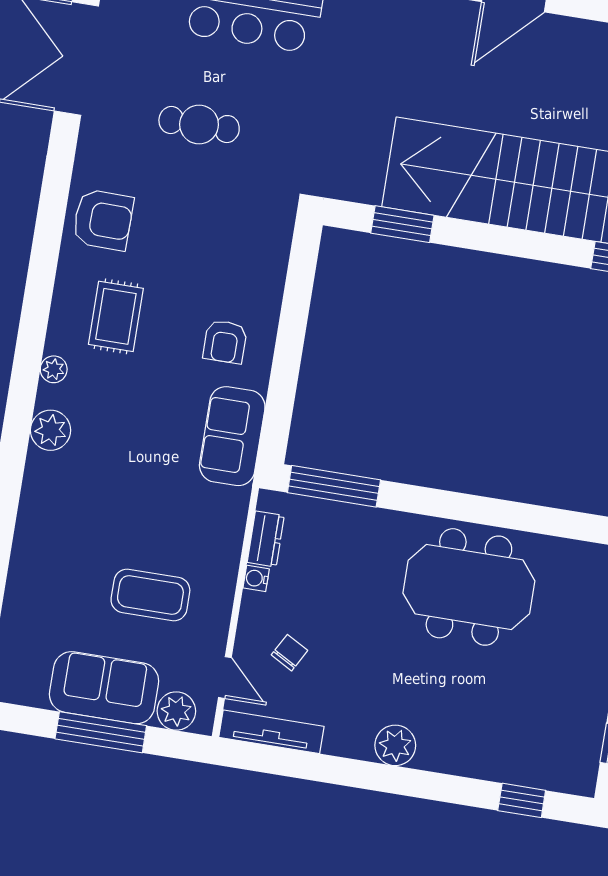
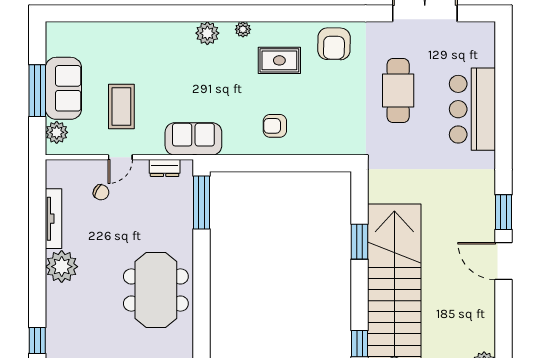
cafe table: (199, 125) -> (398, 91), width x1.37, depth x1.35
window: (402, 224) -> (360, 242), moved
sofa: (232, 436) -> (193, 139), moved
water cooler: (256, 578) -> (141, 166), removed
door: (225, 678) -> (120, 157), moved
tv unit: (271, 732) -> (54, 219), moved
plant: (395, 745) -> (62, 267), width x1.36, depth x1.36

